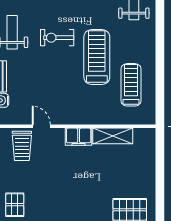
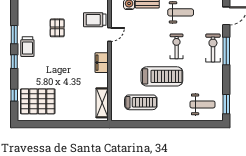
shelving: (113, 136) -> (102, 103), moved
pallet: (15, 205) -> (57, 28), moved, turned 90

